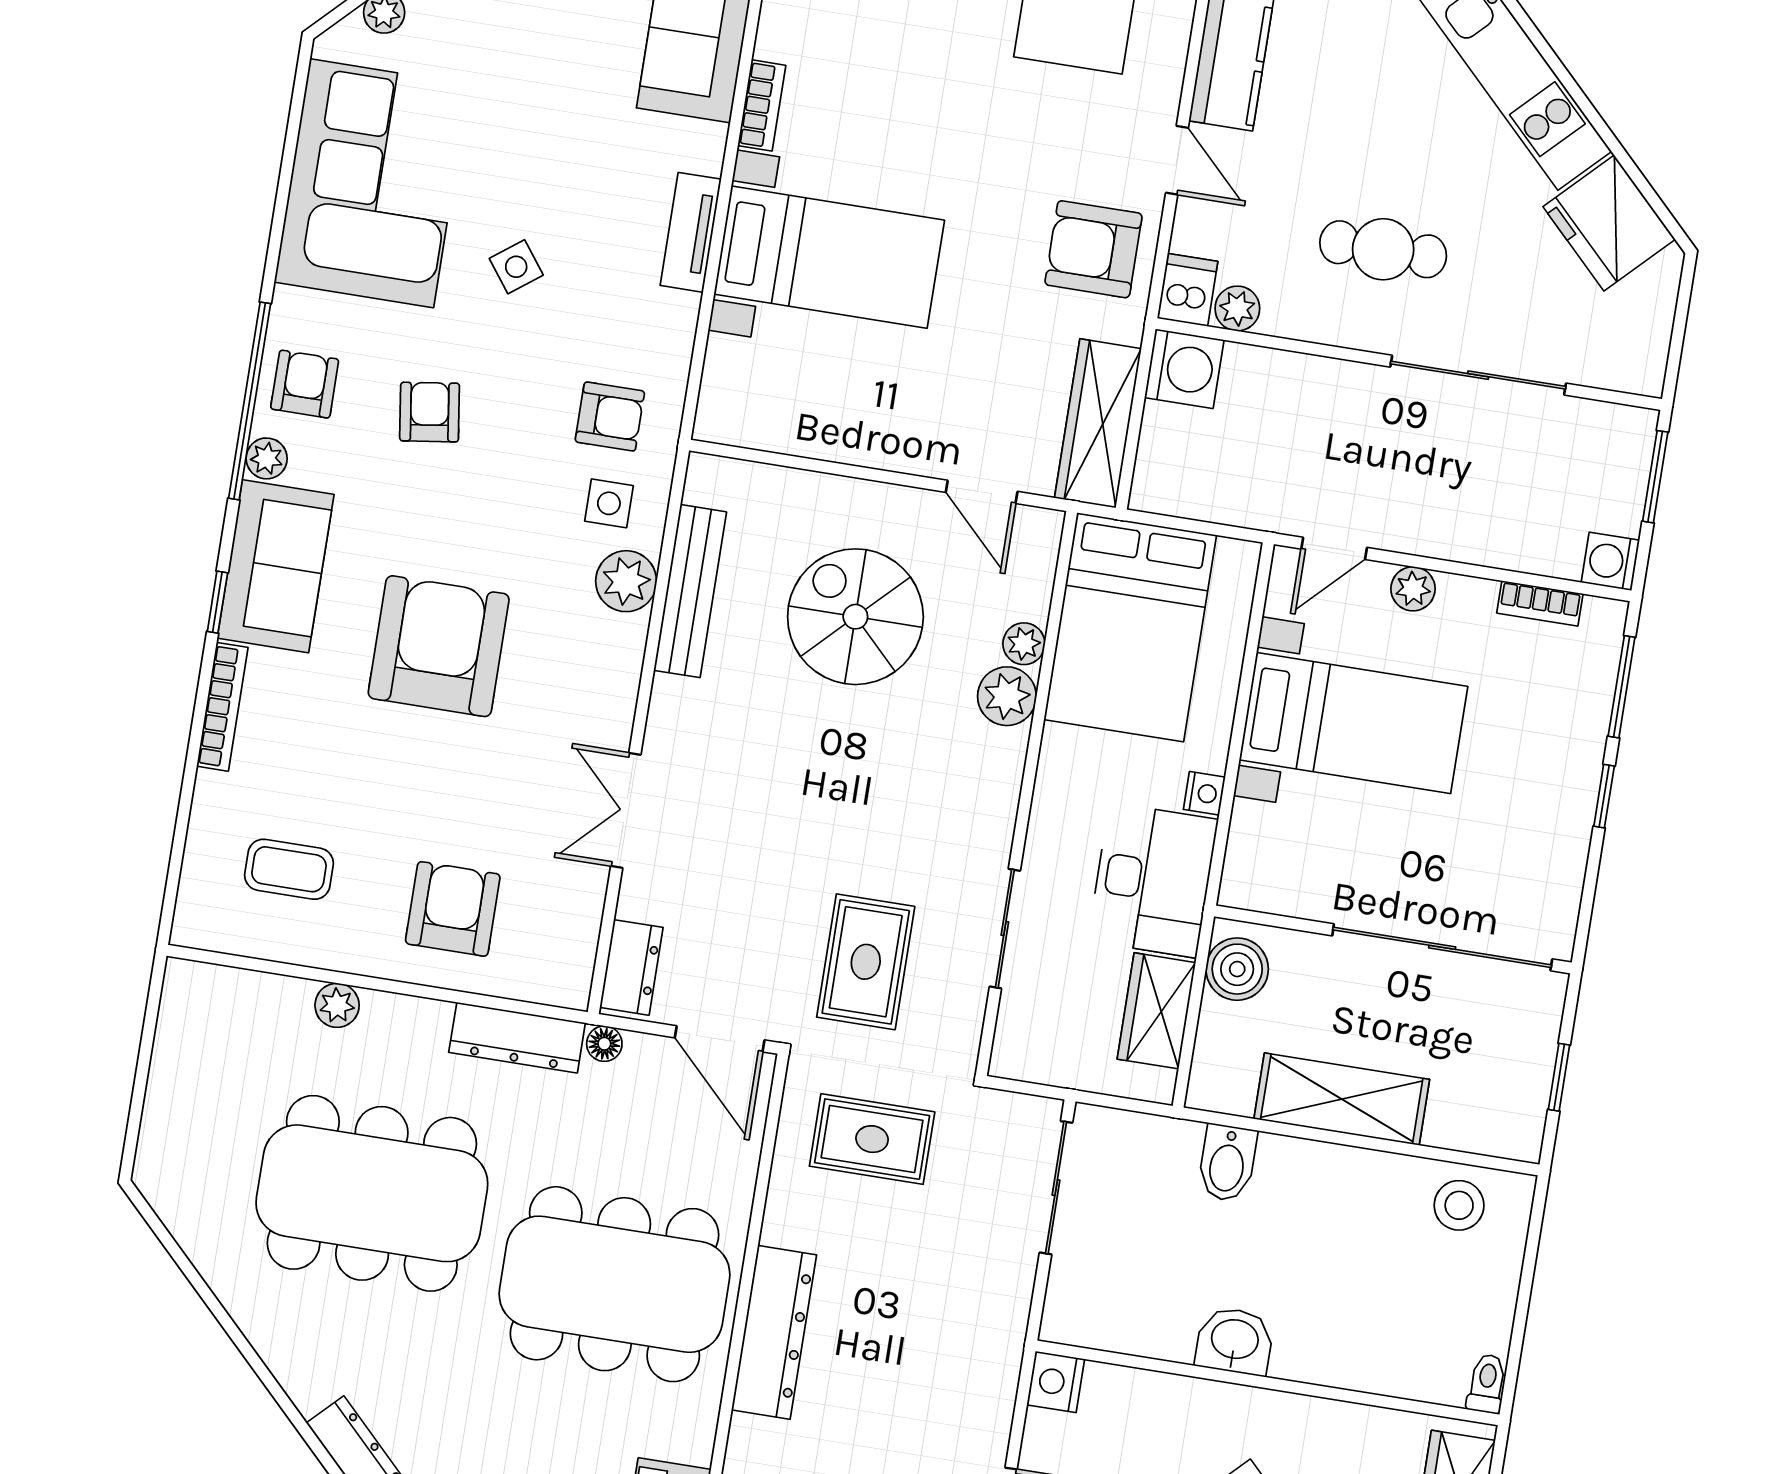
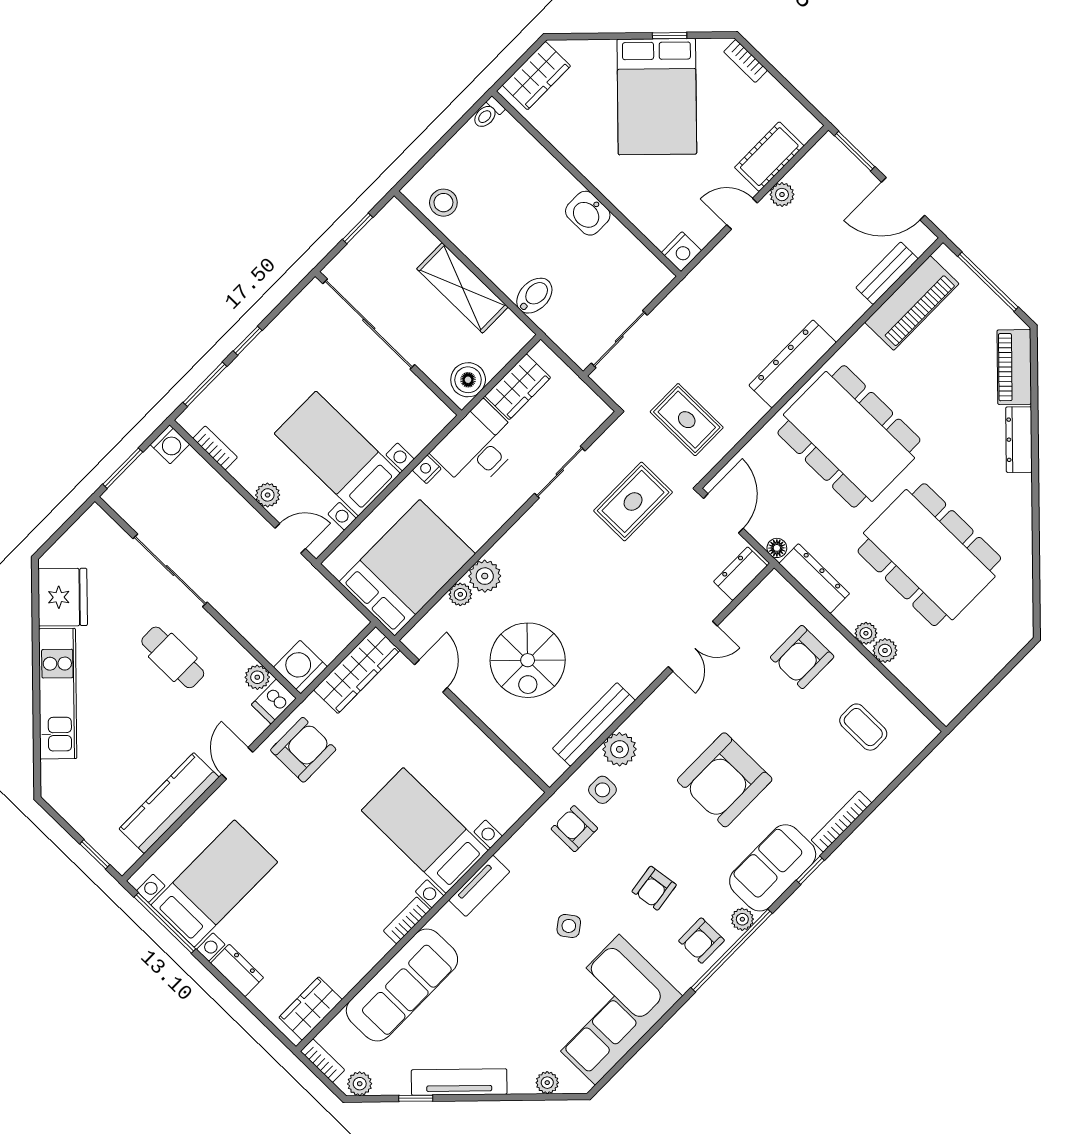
armchair: (1094, 249) -> (303, 750), turned -90
plant: (383, 1011) -> (866, 633), added

